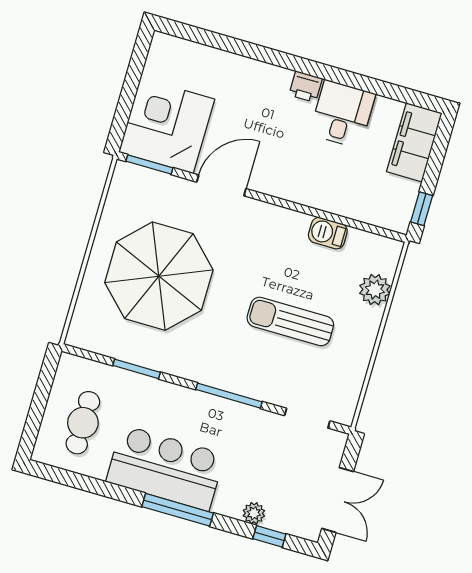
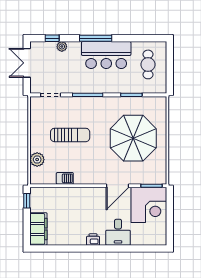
desk: (342, 114) -> (118, 232), moved

